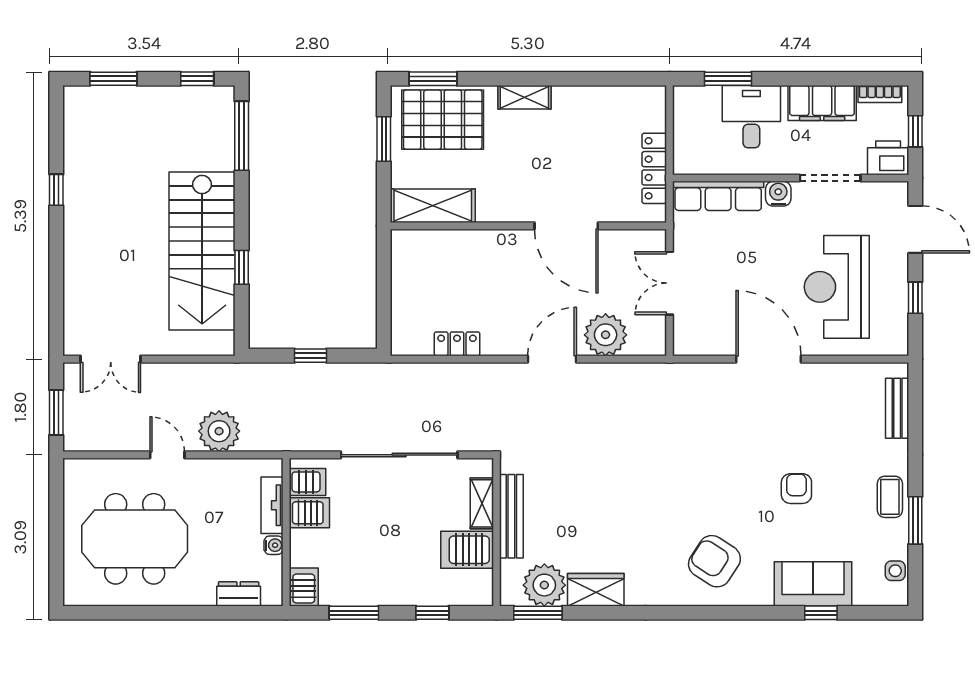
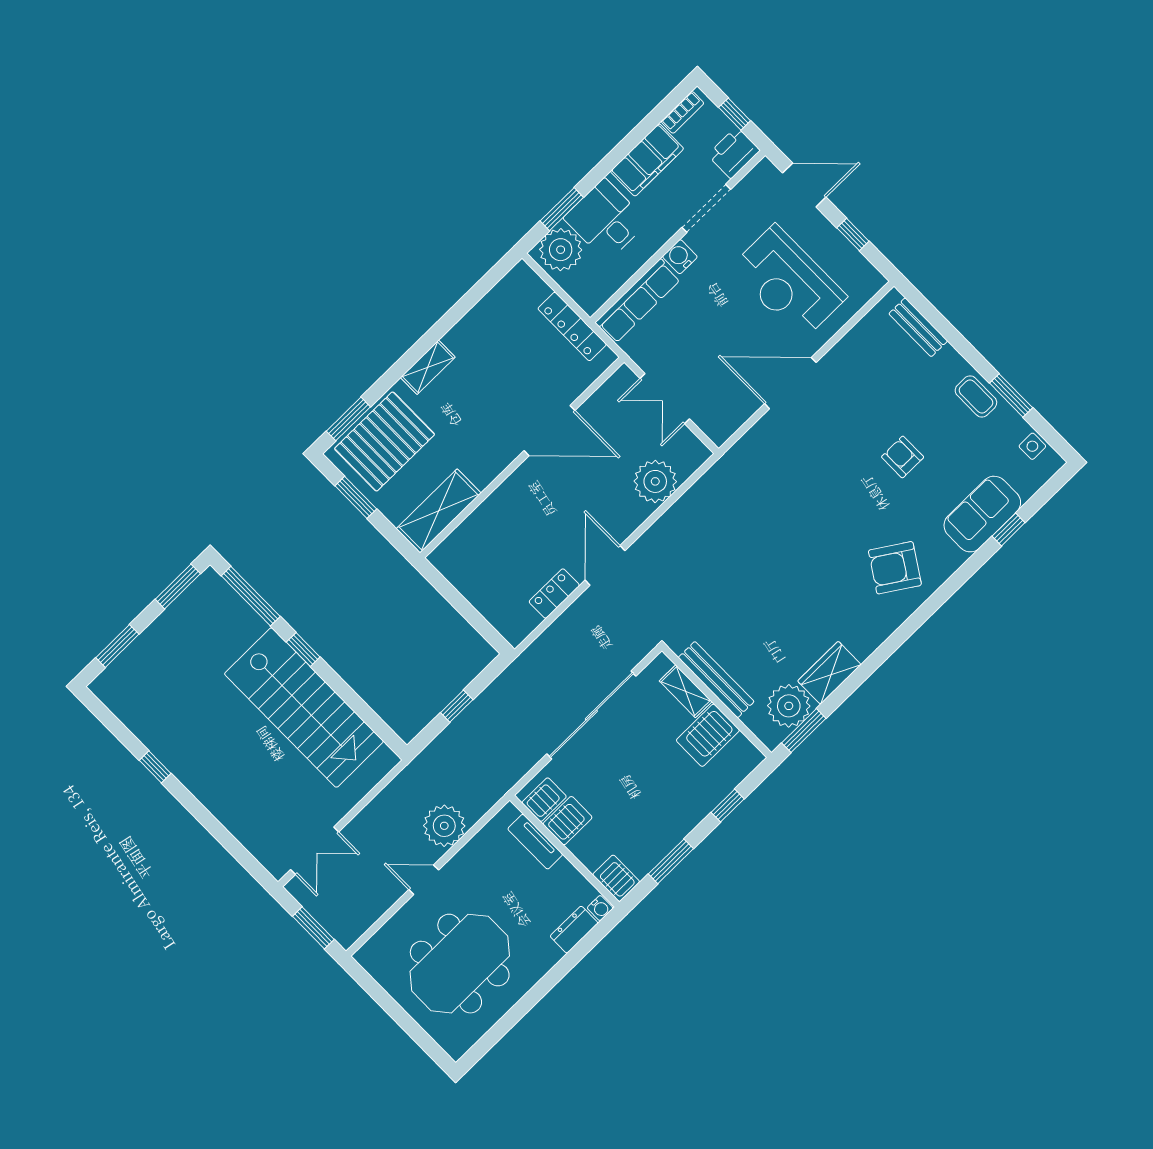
window: (197, 79) -> (178, 586), width x1.50
plant: (699, 106) -> (561, 250), added
window: (242, 267) -> (303, 650), moved
door: (552, 359) -> (605, 565), moved
water cooler: (274, 545) -> (600, 908), moved, turned 90

